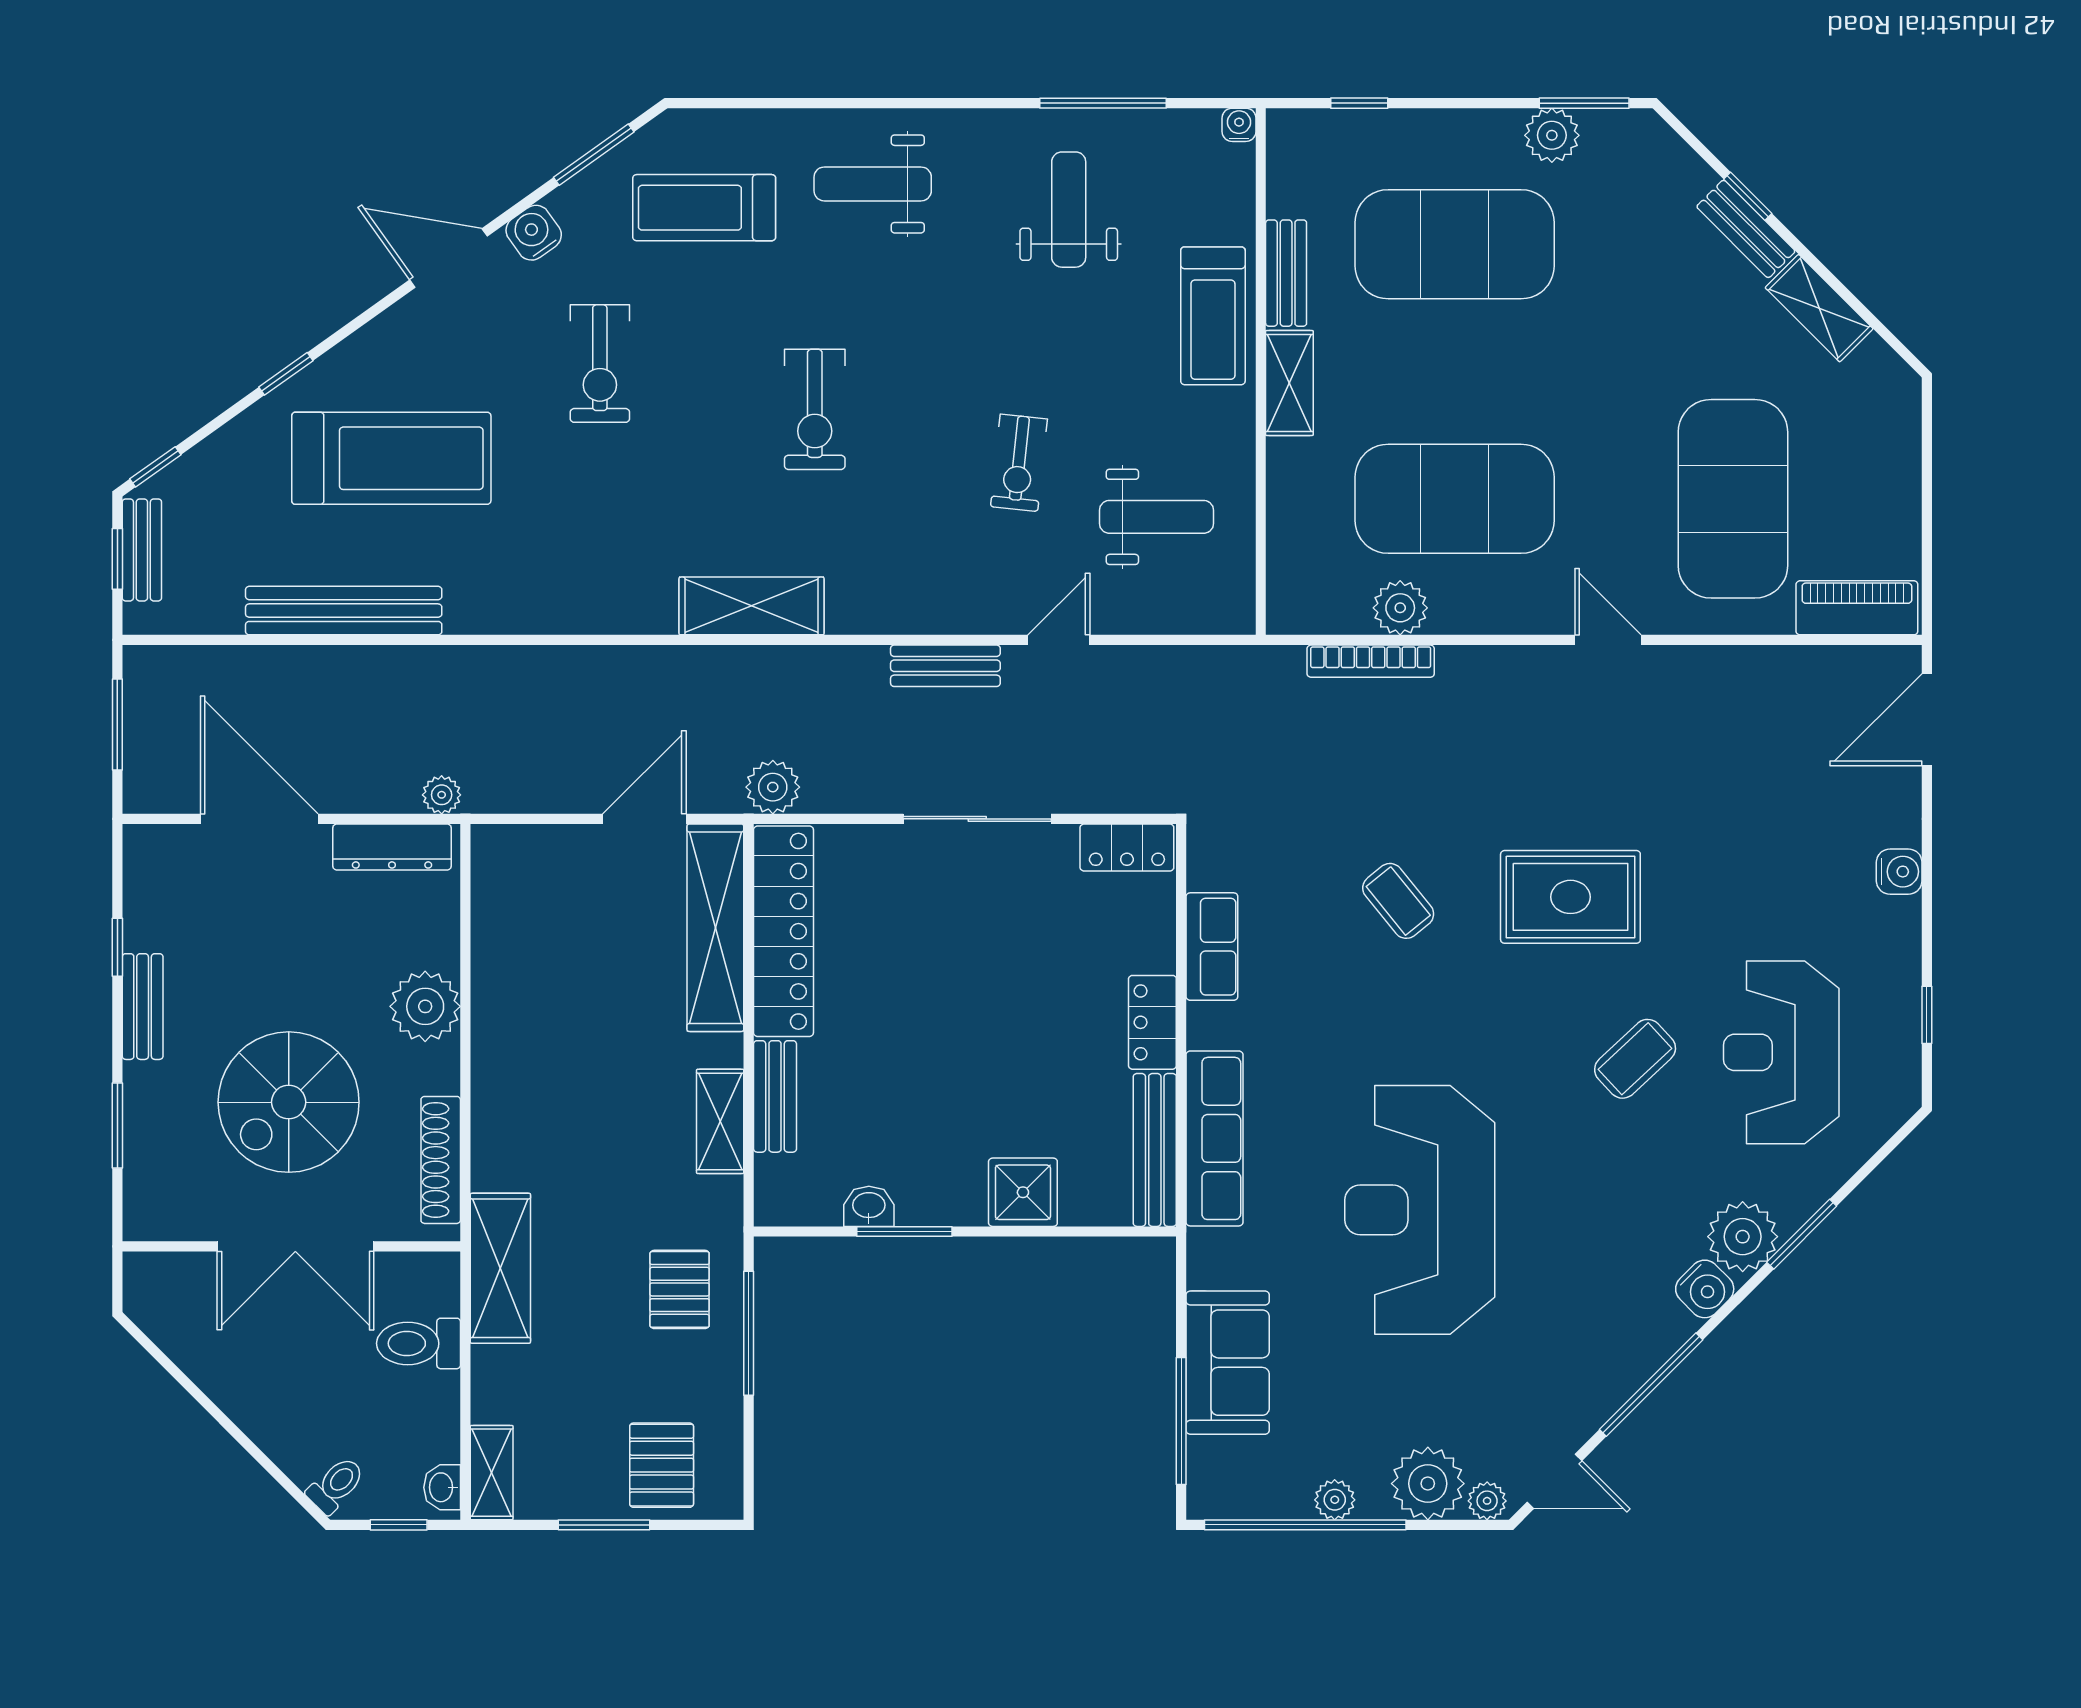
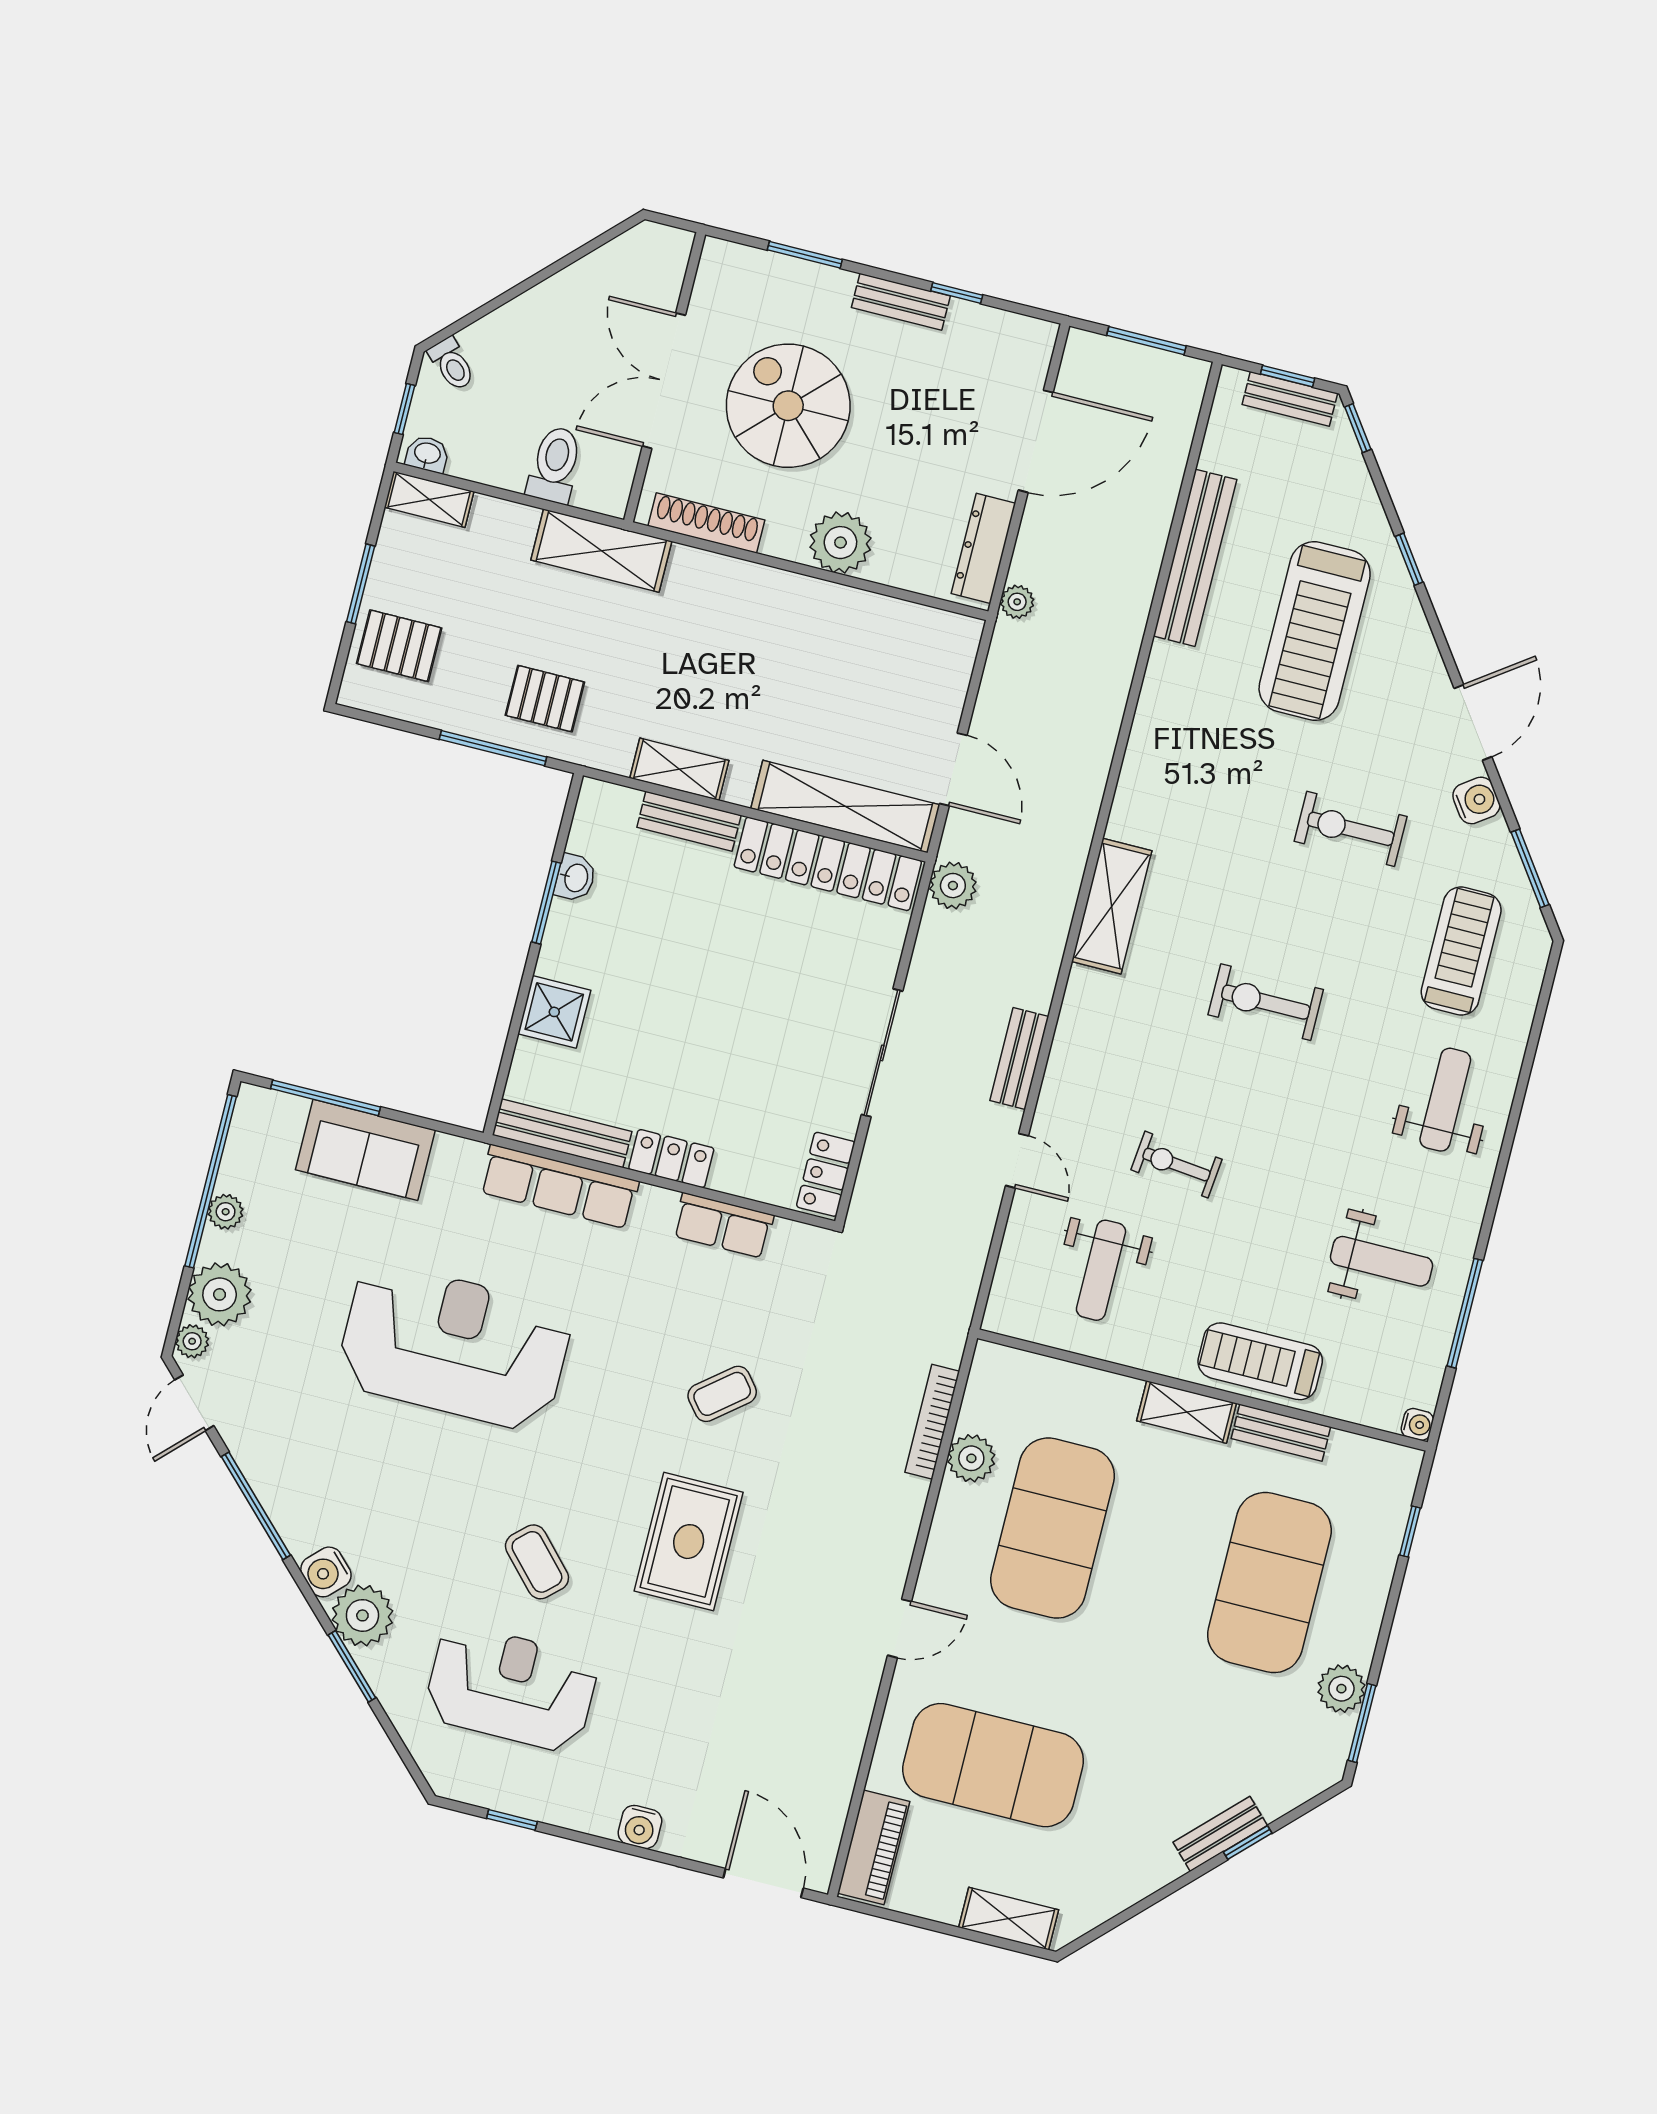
shelving: (1819, 308) -> (1009, 1919), moved, turned 45

